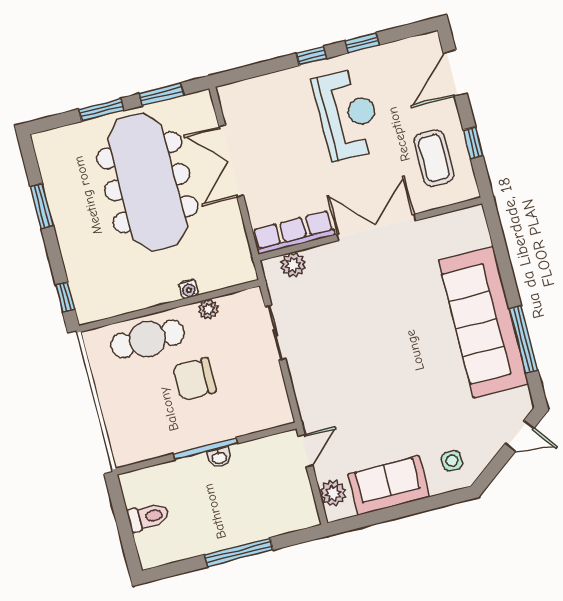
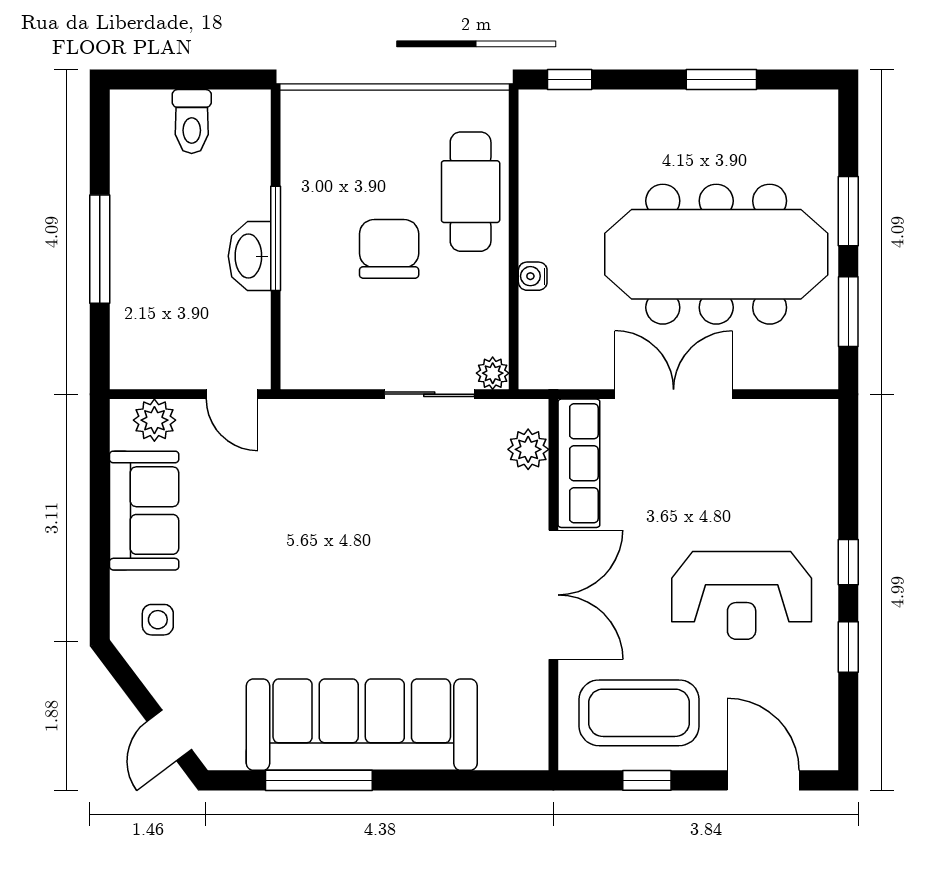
coffee table: (434, 158) -> (639, 713), width x1.36, depth x1.32
double door: (231, 161) -> (674, 394), moved
plant: (208, 309) -> (493, 373), moved
washbasin: (219, 458) -> (250, 256), width x1.91, depth x1.45

